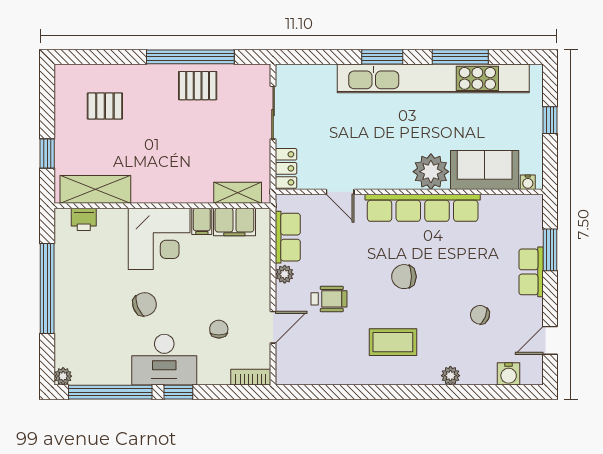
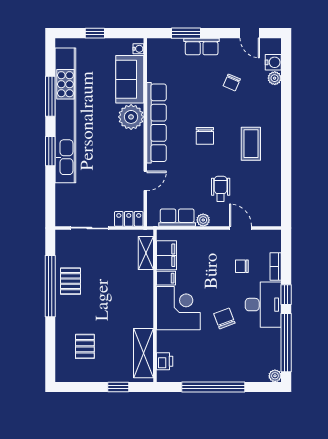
plant: (450, 376) -> (275, 78), moved
bookcase: (251, 377) -> (276, 267), moved

